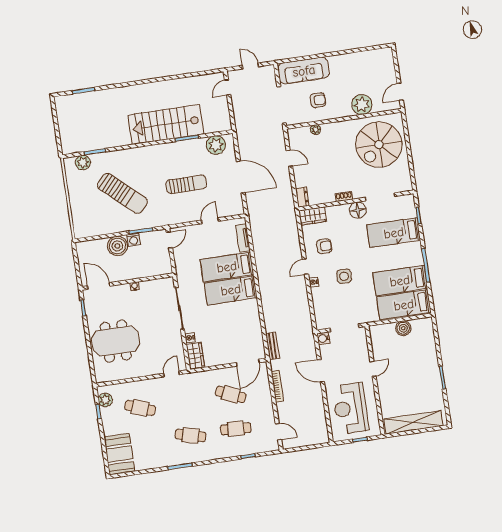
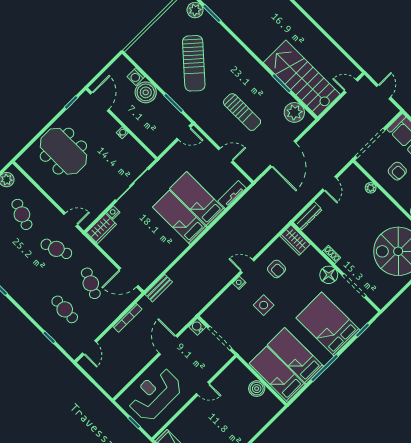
stairs: (166, 125) -> (302, 78), moved
dresser: (302, 197) -> (308, 216), width x1.44
bed: (394, 233) -> (328, 324), width x1.50
washing machine: (134, 240) -> (136, 77), moved
cafe table: (190, 435) -> (56, 249), moved, turned -36

